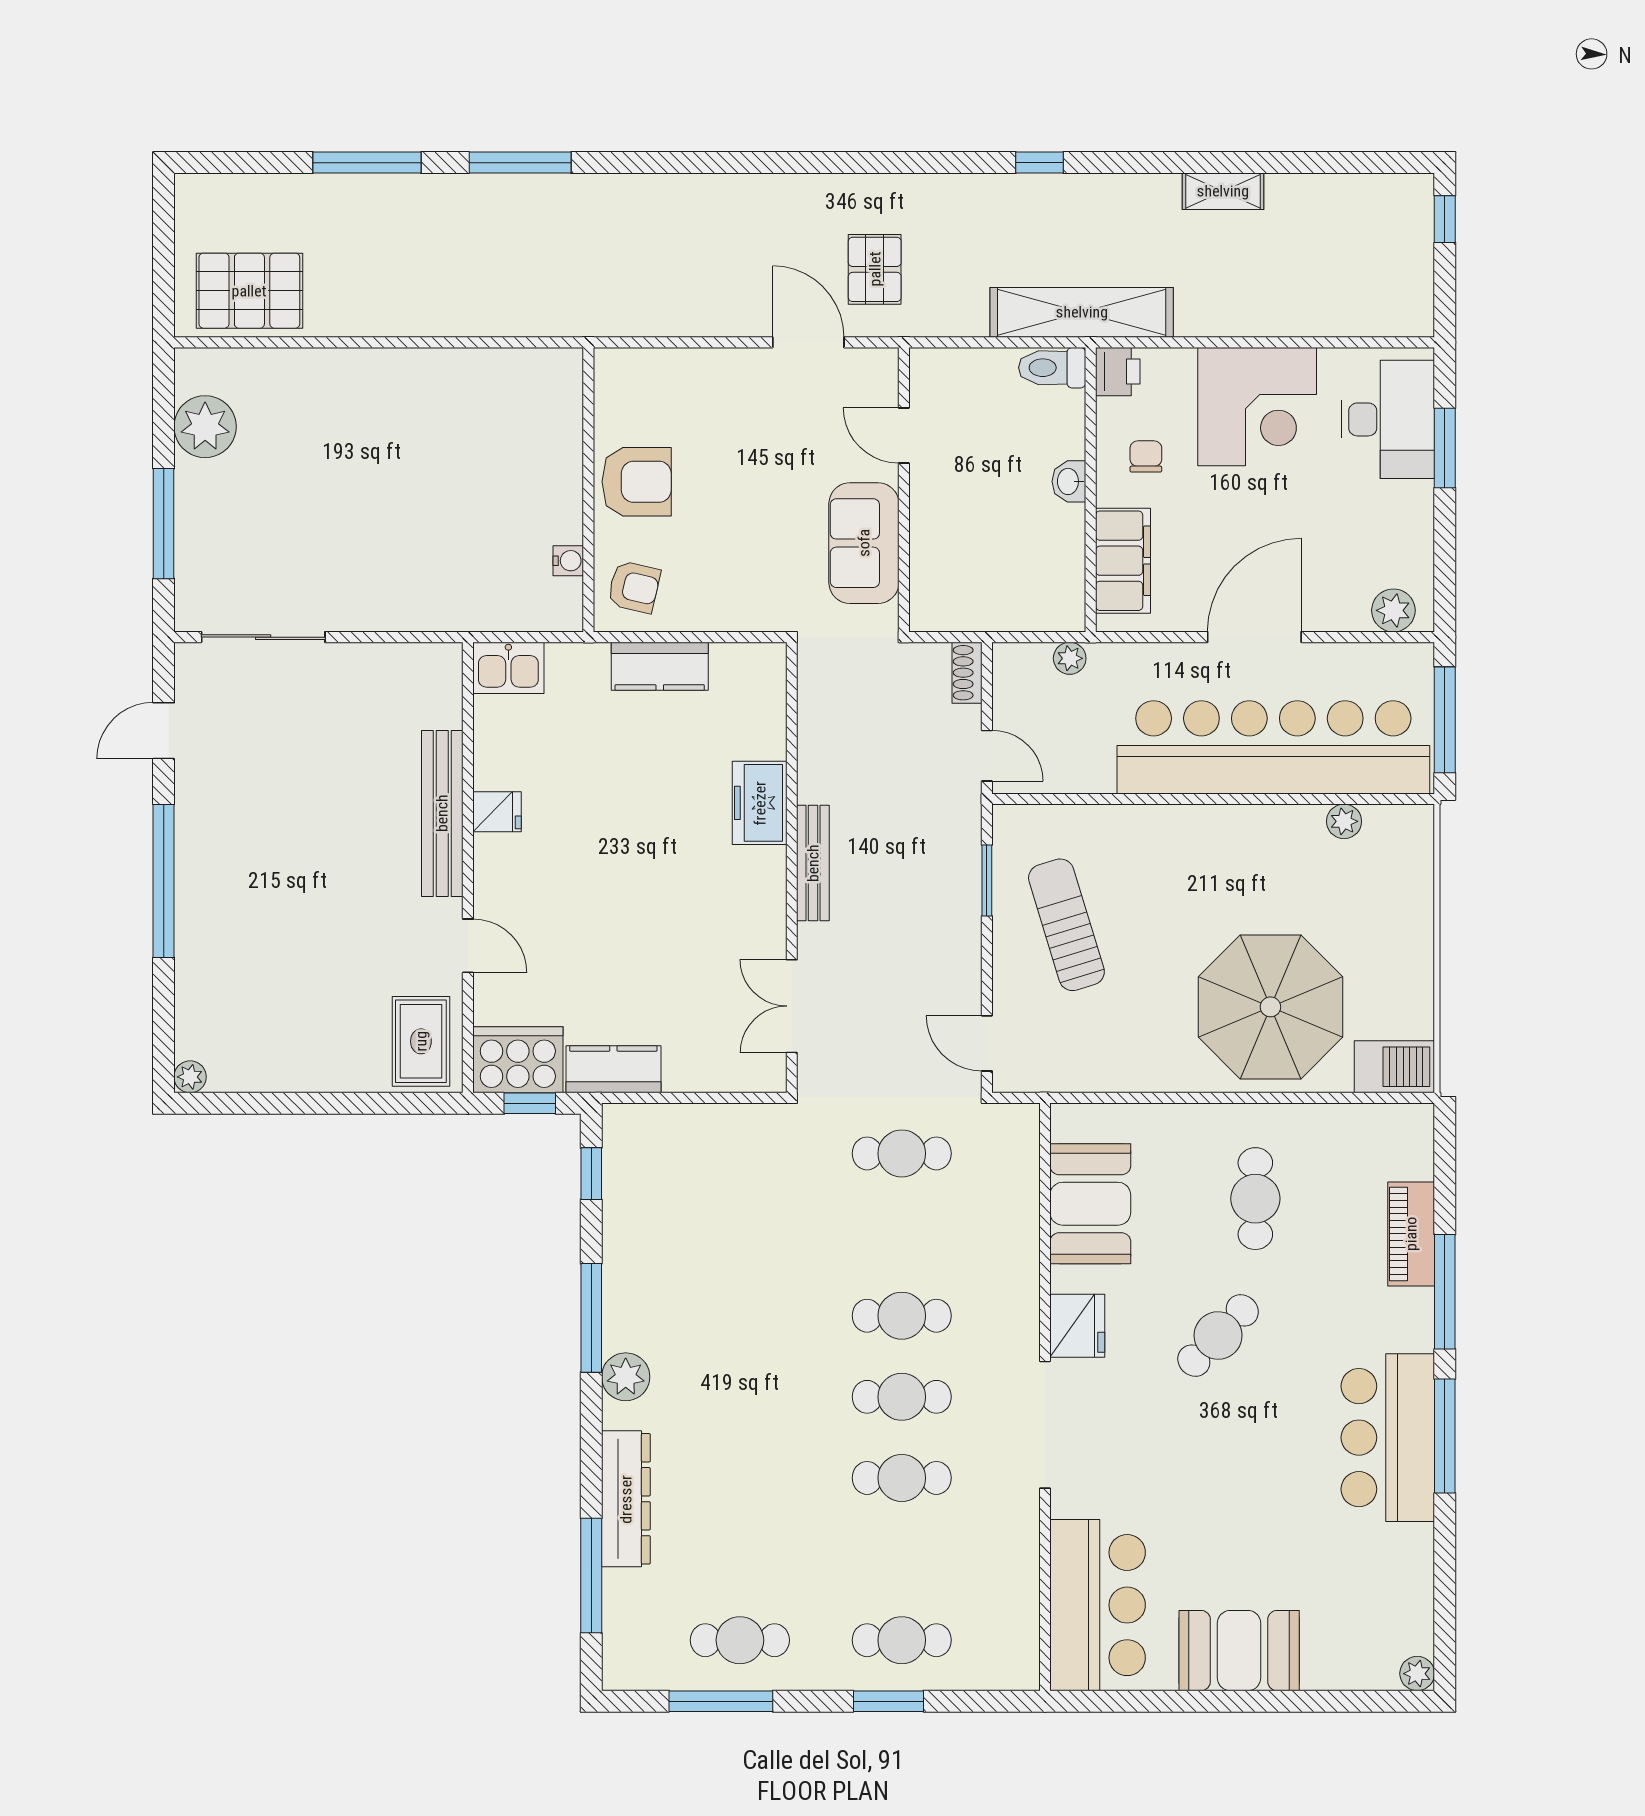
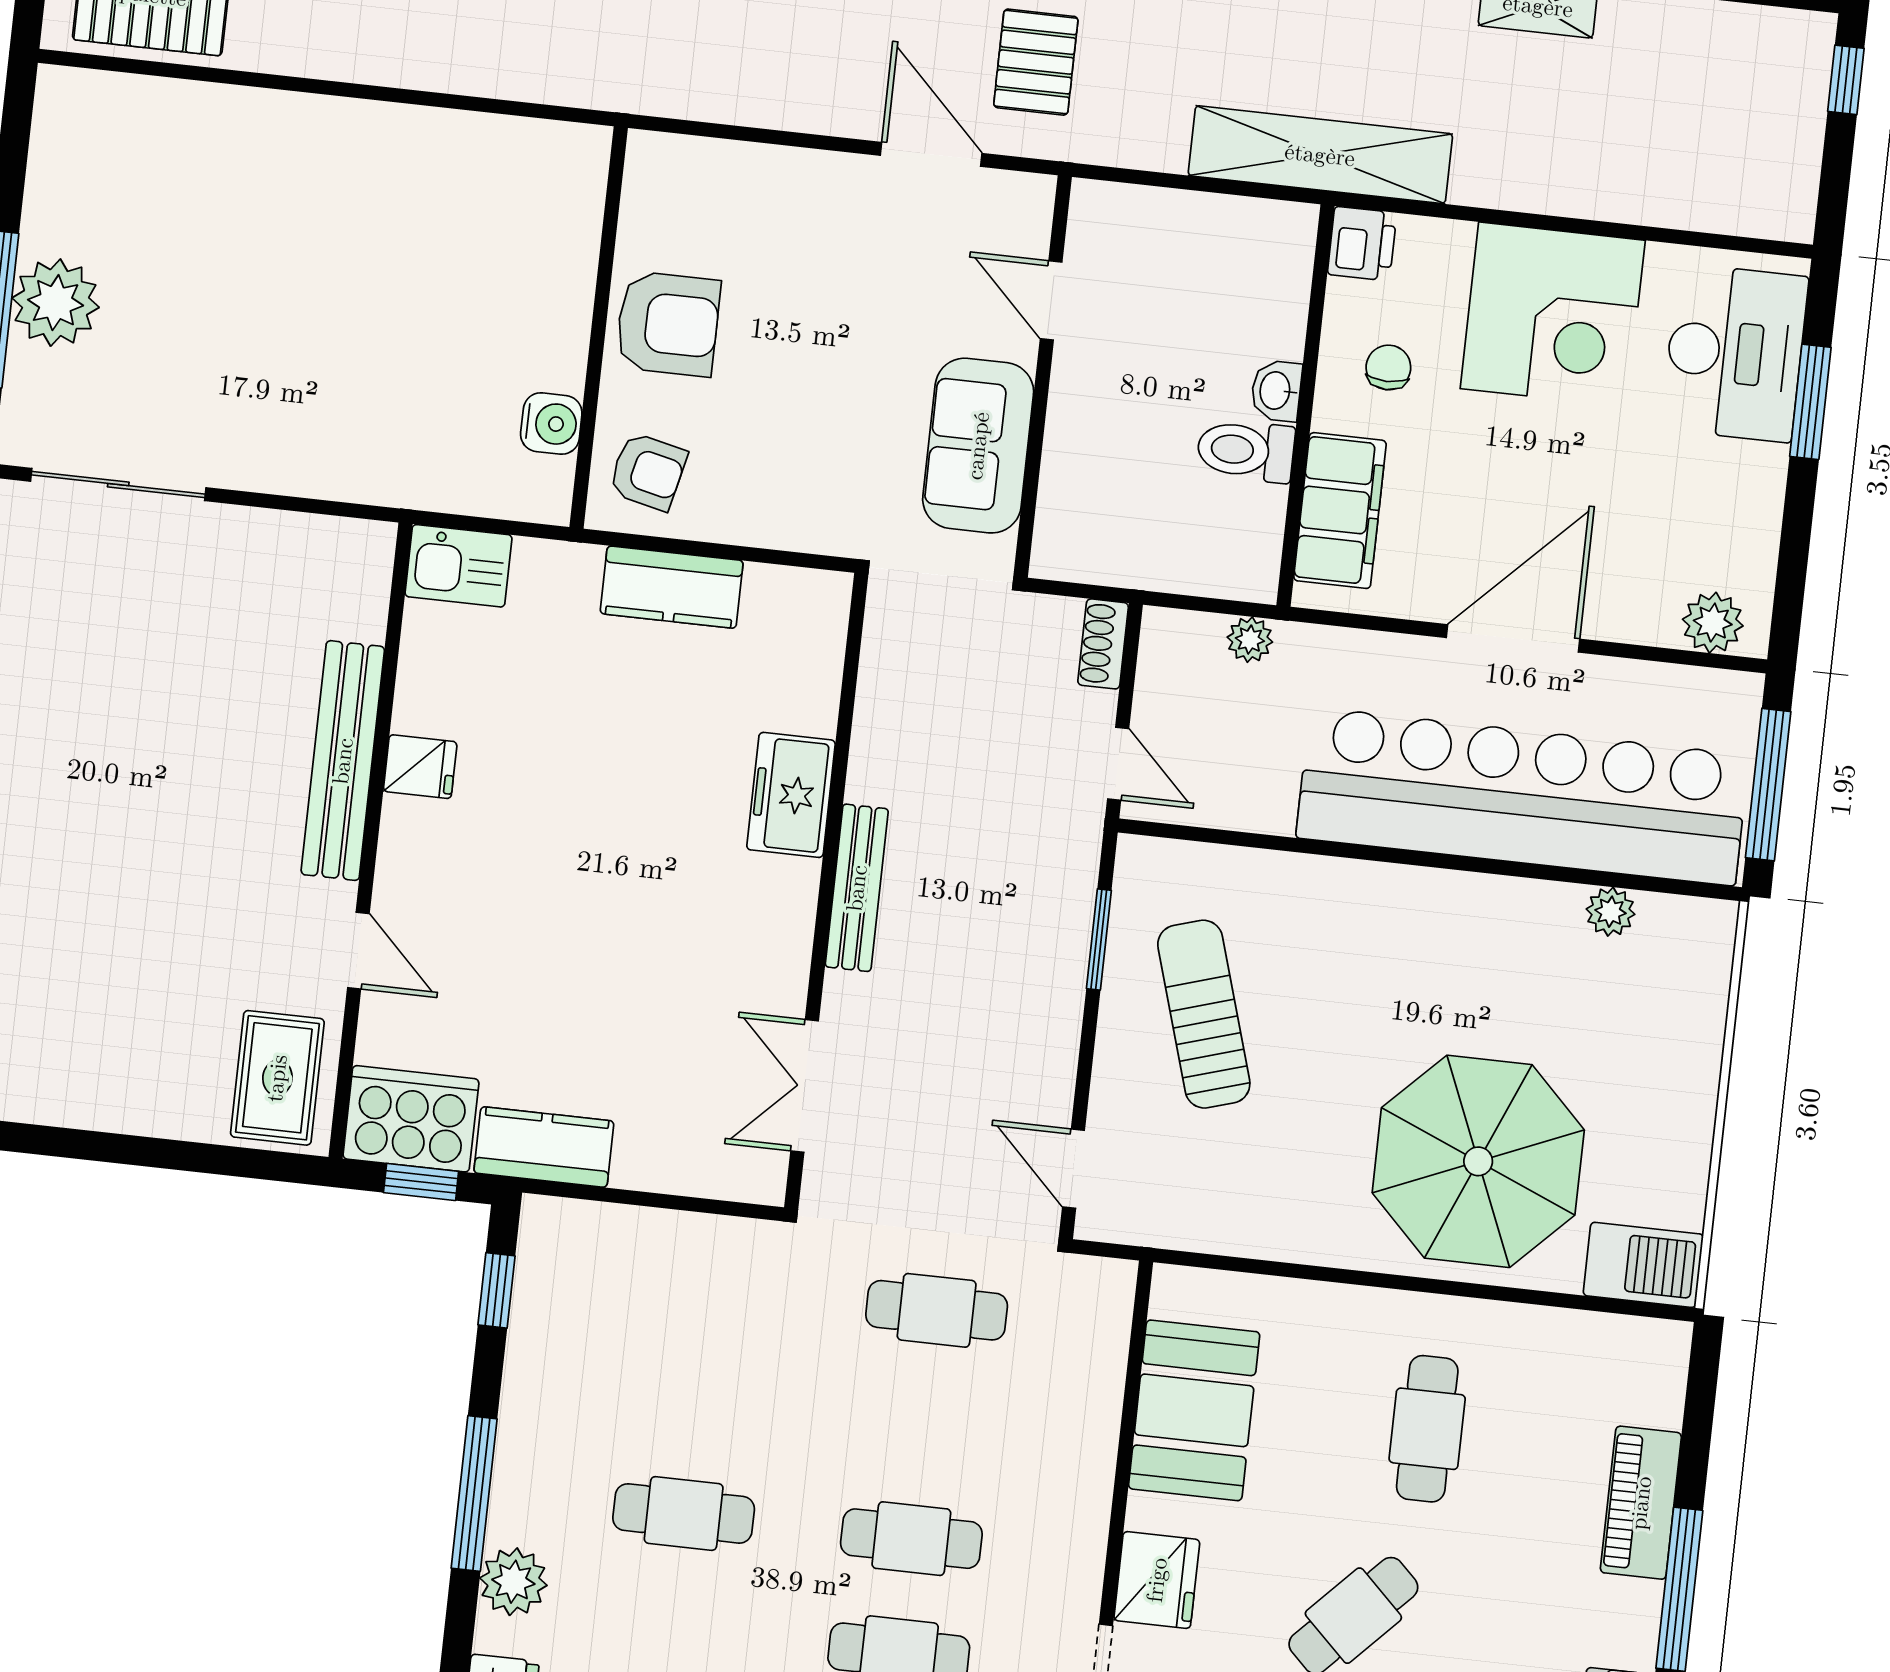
toilet: (1052, 368) -> (1246, 451), moved
plant: (205, 427) -> (56, 303), moved
water cooler: (568, 561) -> (551, 424), width x1.38, depth x1.38
cafe table: (740, 1316) -> (684, 1513), added

